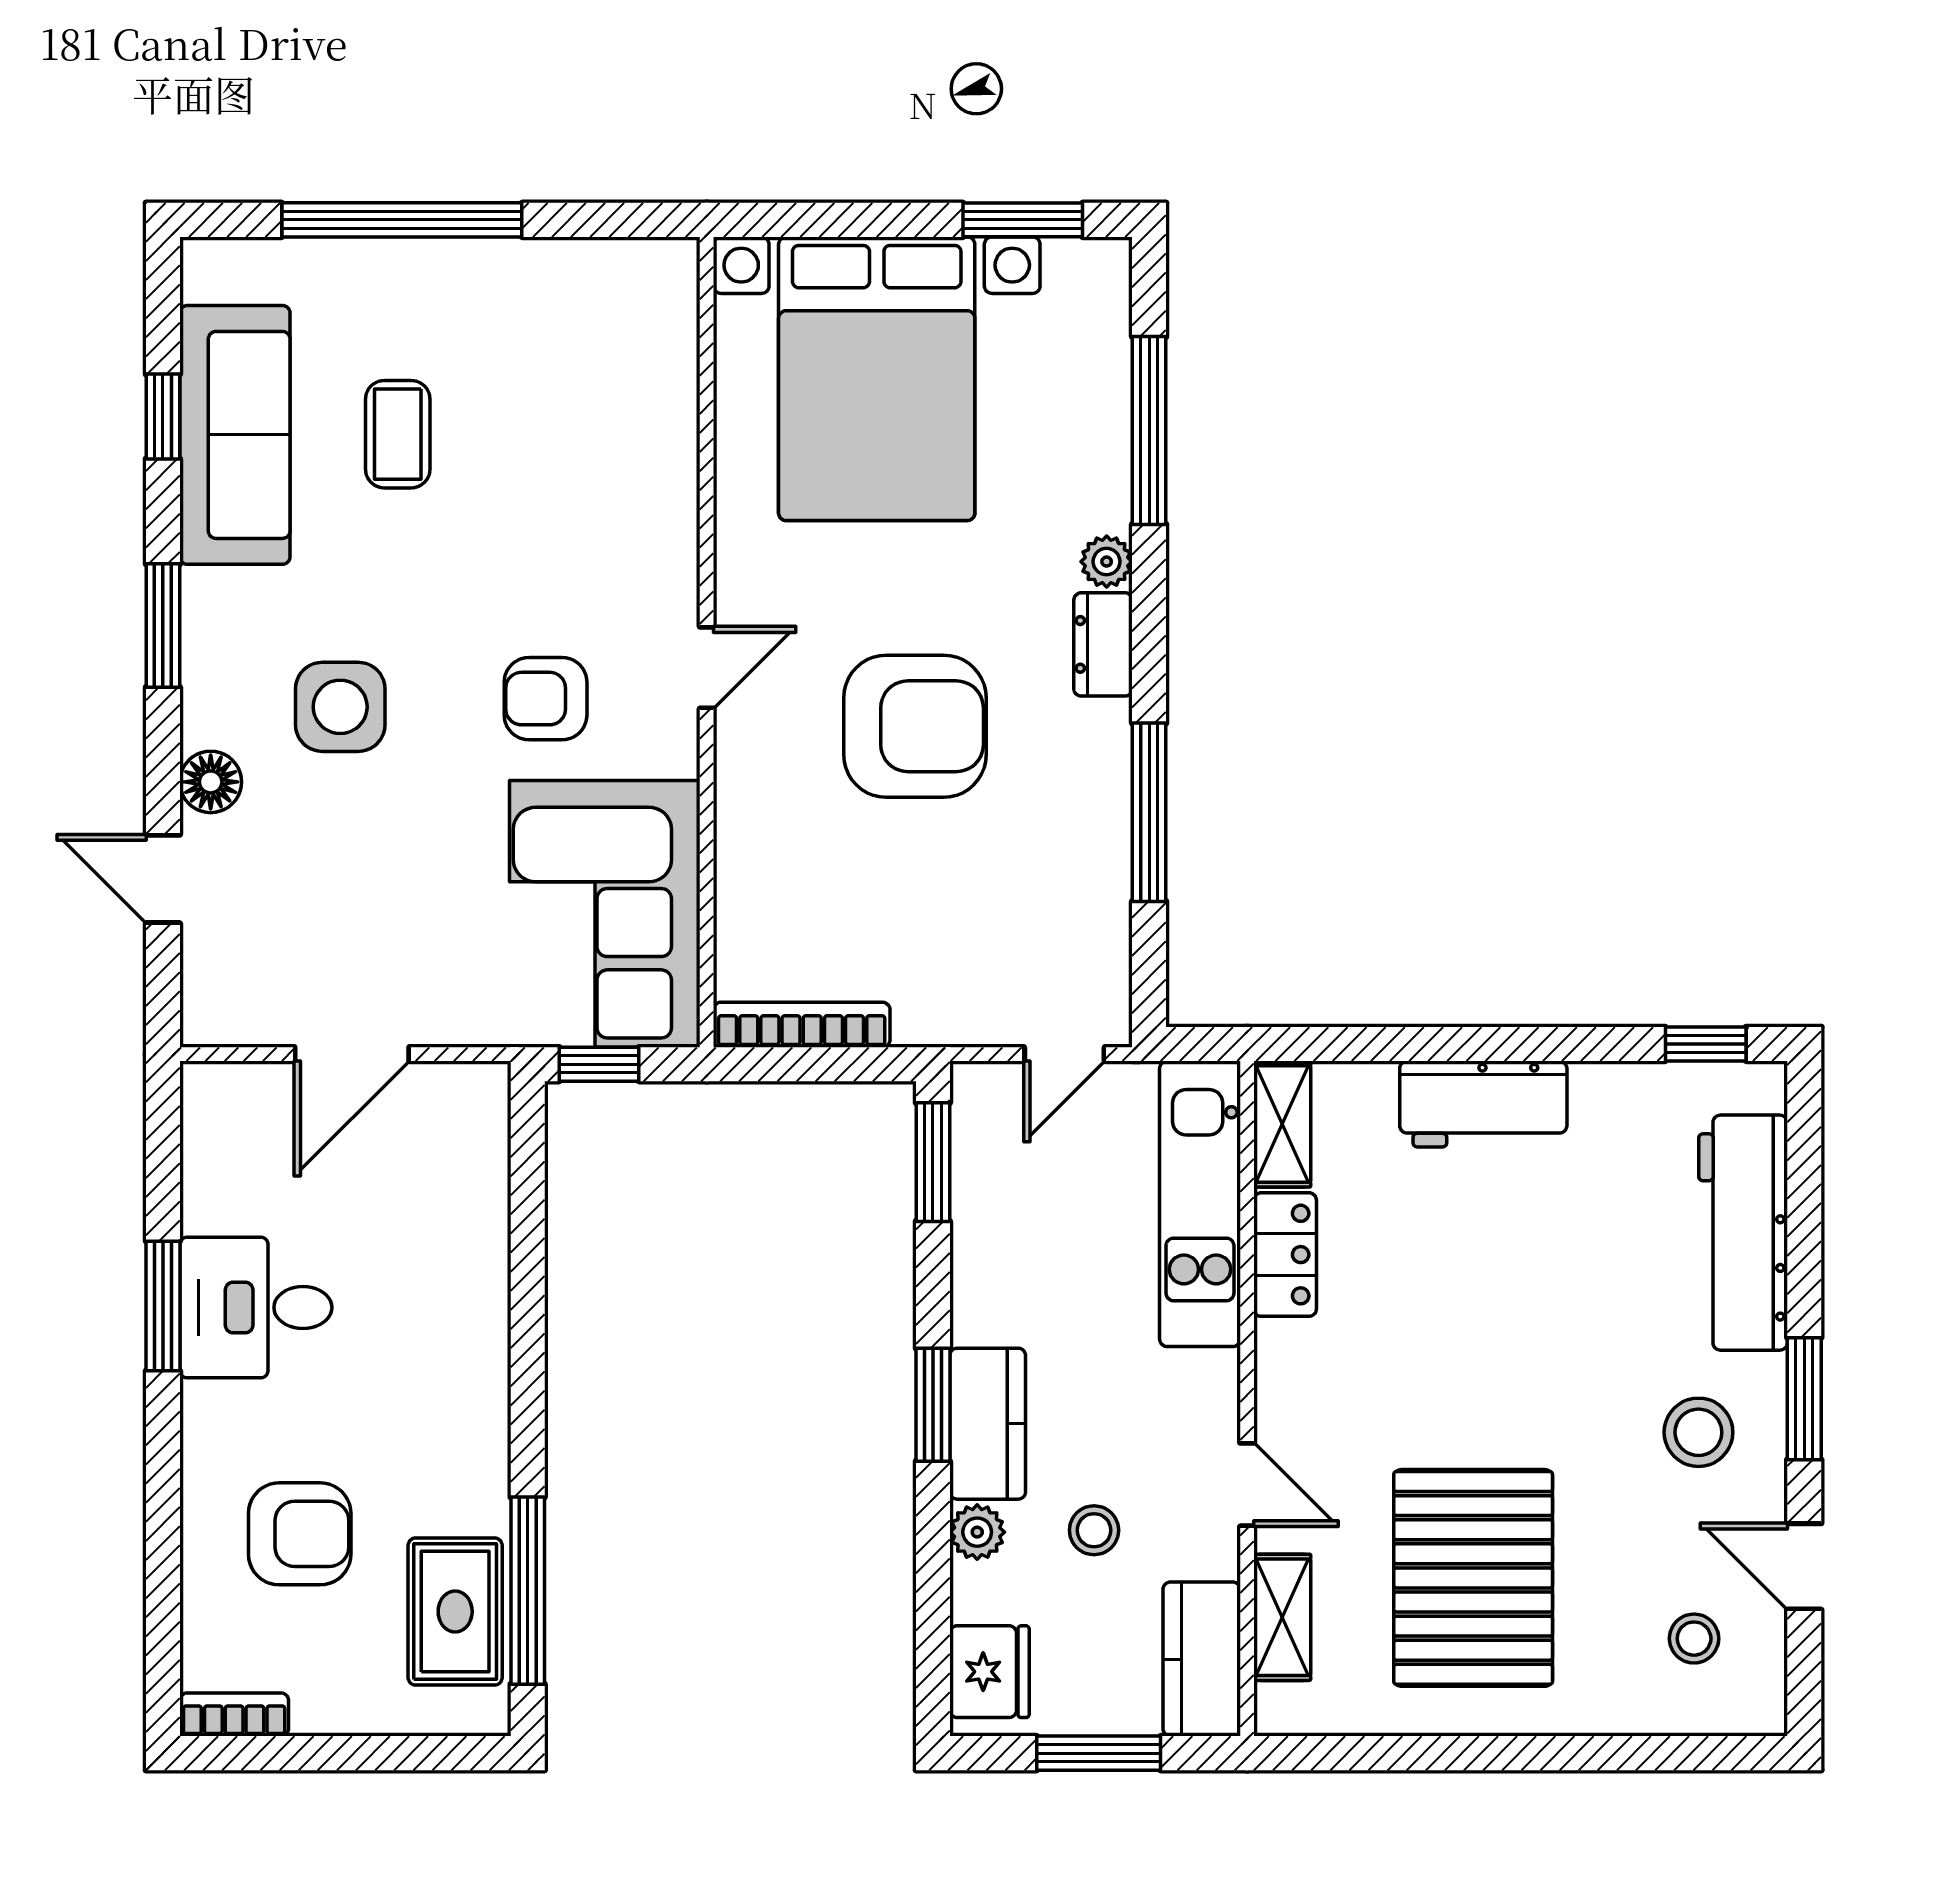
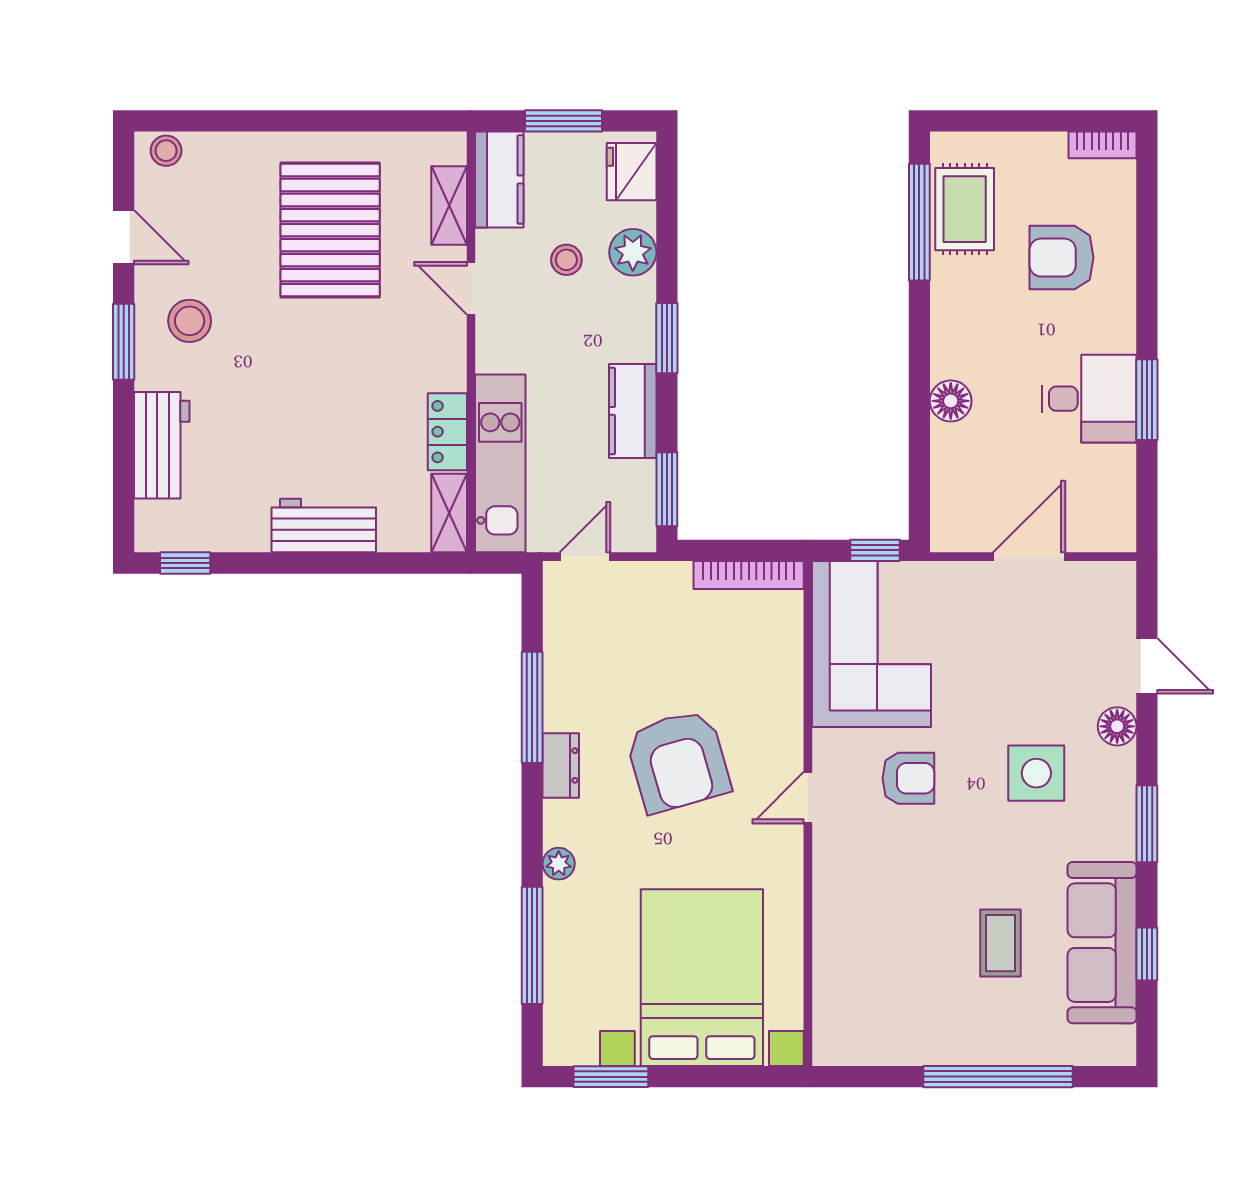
dresser: (1103, 644) -> (561, 765), moved
armchair: (915, 726) -> (678, 761), turned -106
workbench: (1743, 1233) -> (162, 445), width x0.73
floor lamp: (478, 1304) -> (951, 401), added
kitchen counter: (988, 1424) -> (633, 411), moved
plant: (977, 1532) -> (633, 252), width x1.38, depth x1.38
stool: (1694, 1639) -> (166, 151), moved

